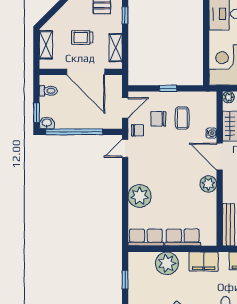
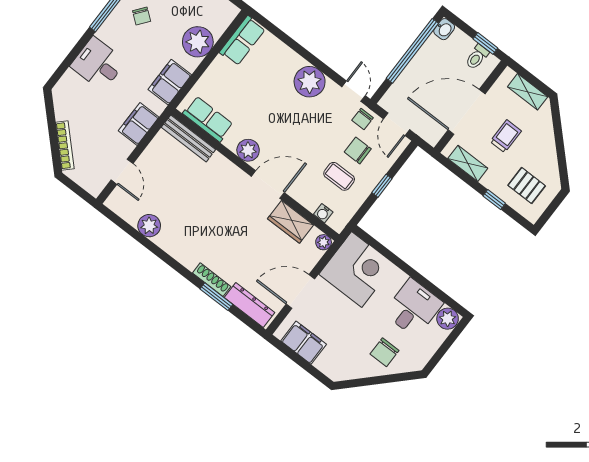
window: (36, 113) -> (485, 43), moved
chair: (158, 119) -> (358, 150), turned -90
water cooler: (211, 133) -> (323, 213), moved
plant: (140, 196) -> (310, 82), moved
row of seats: (183, 237) -> (208, 119), moved, turned -90

